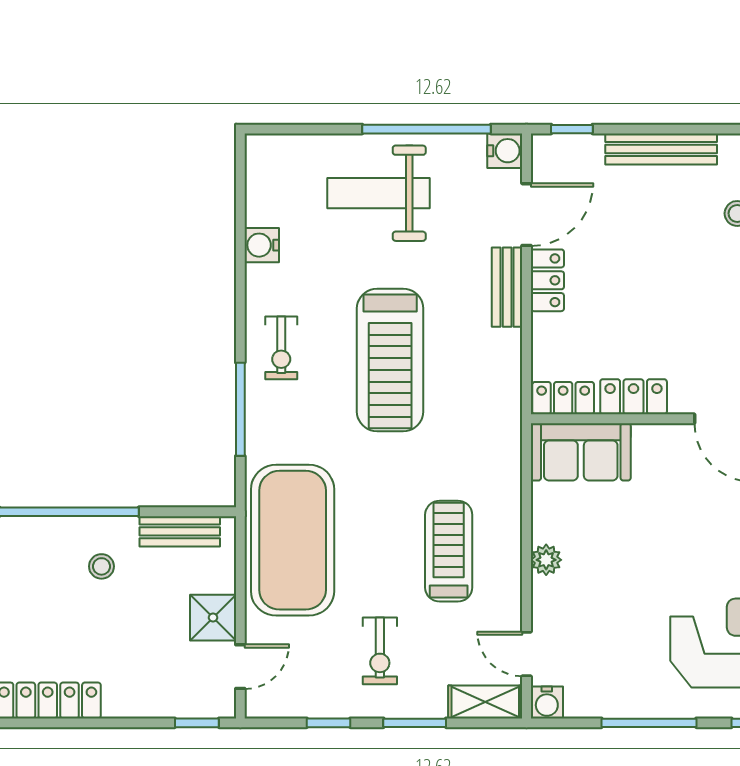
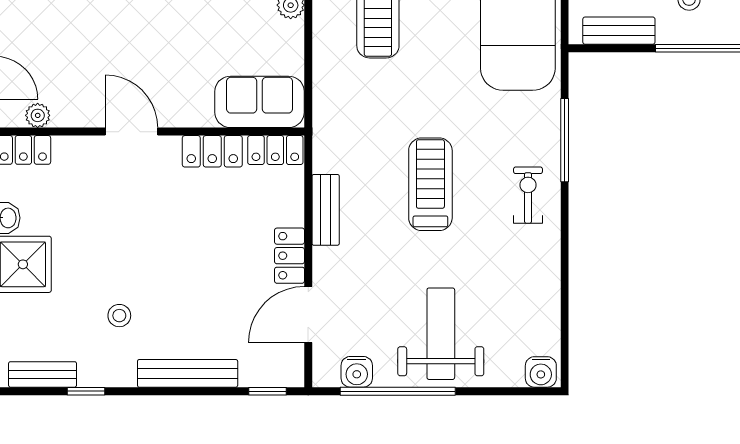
water cooler: (505, 151) -> (357, 372), moved, turned -90
weight bench: (379, 193) -> (441, 334), turned -90
water cooler: (262, 245) -> (541, 372), moved, turned 90
bench: (507, 287) -> (326, 210), moved
treadmill: (390, 360) -> (430, 184), width x0.73, depth x0.73

